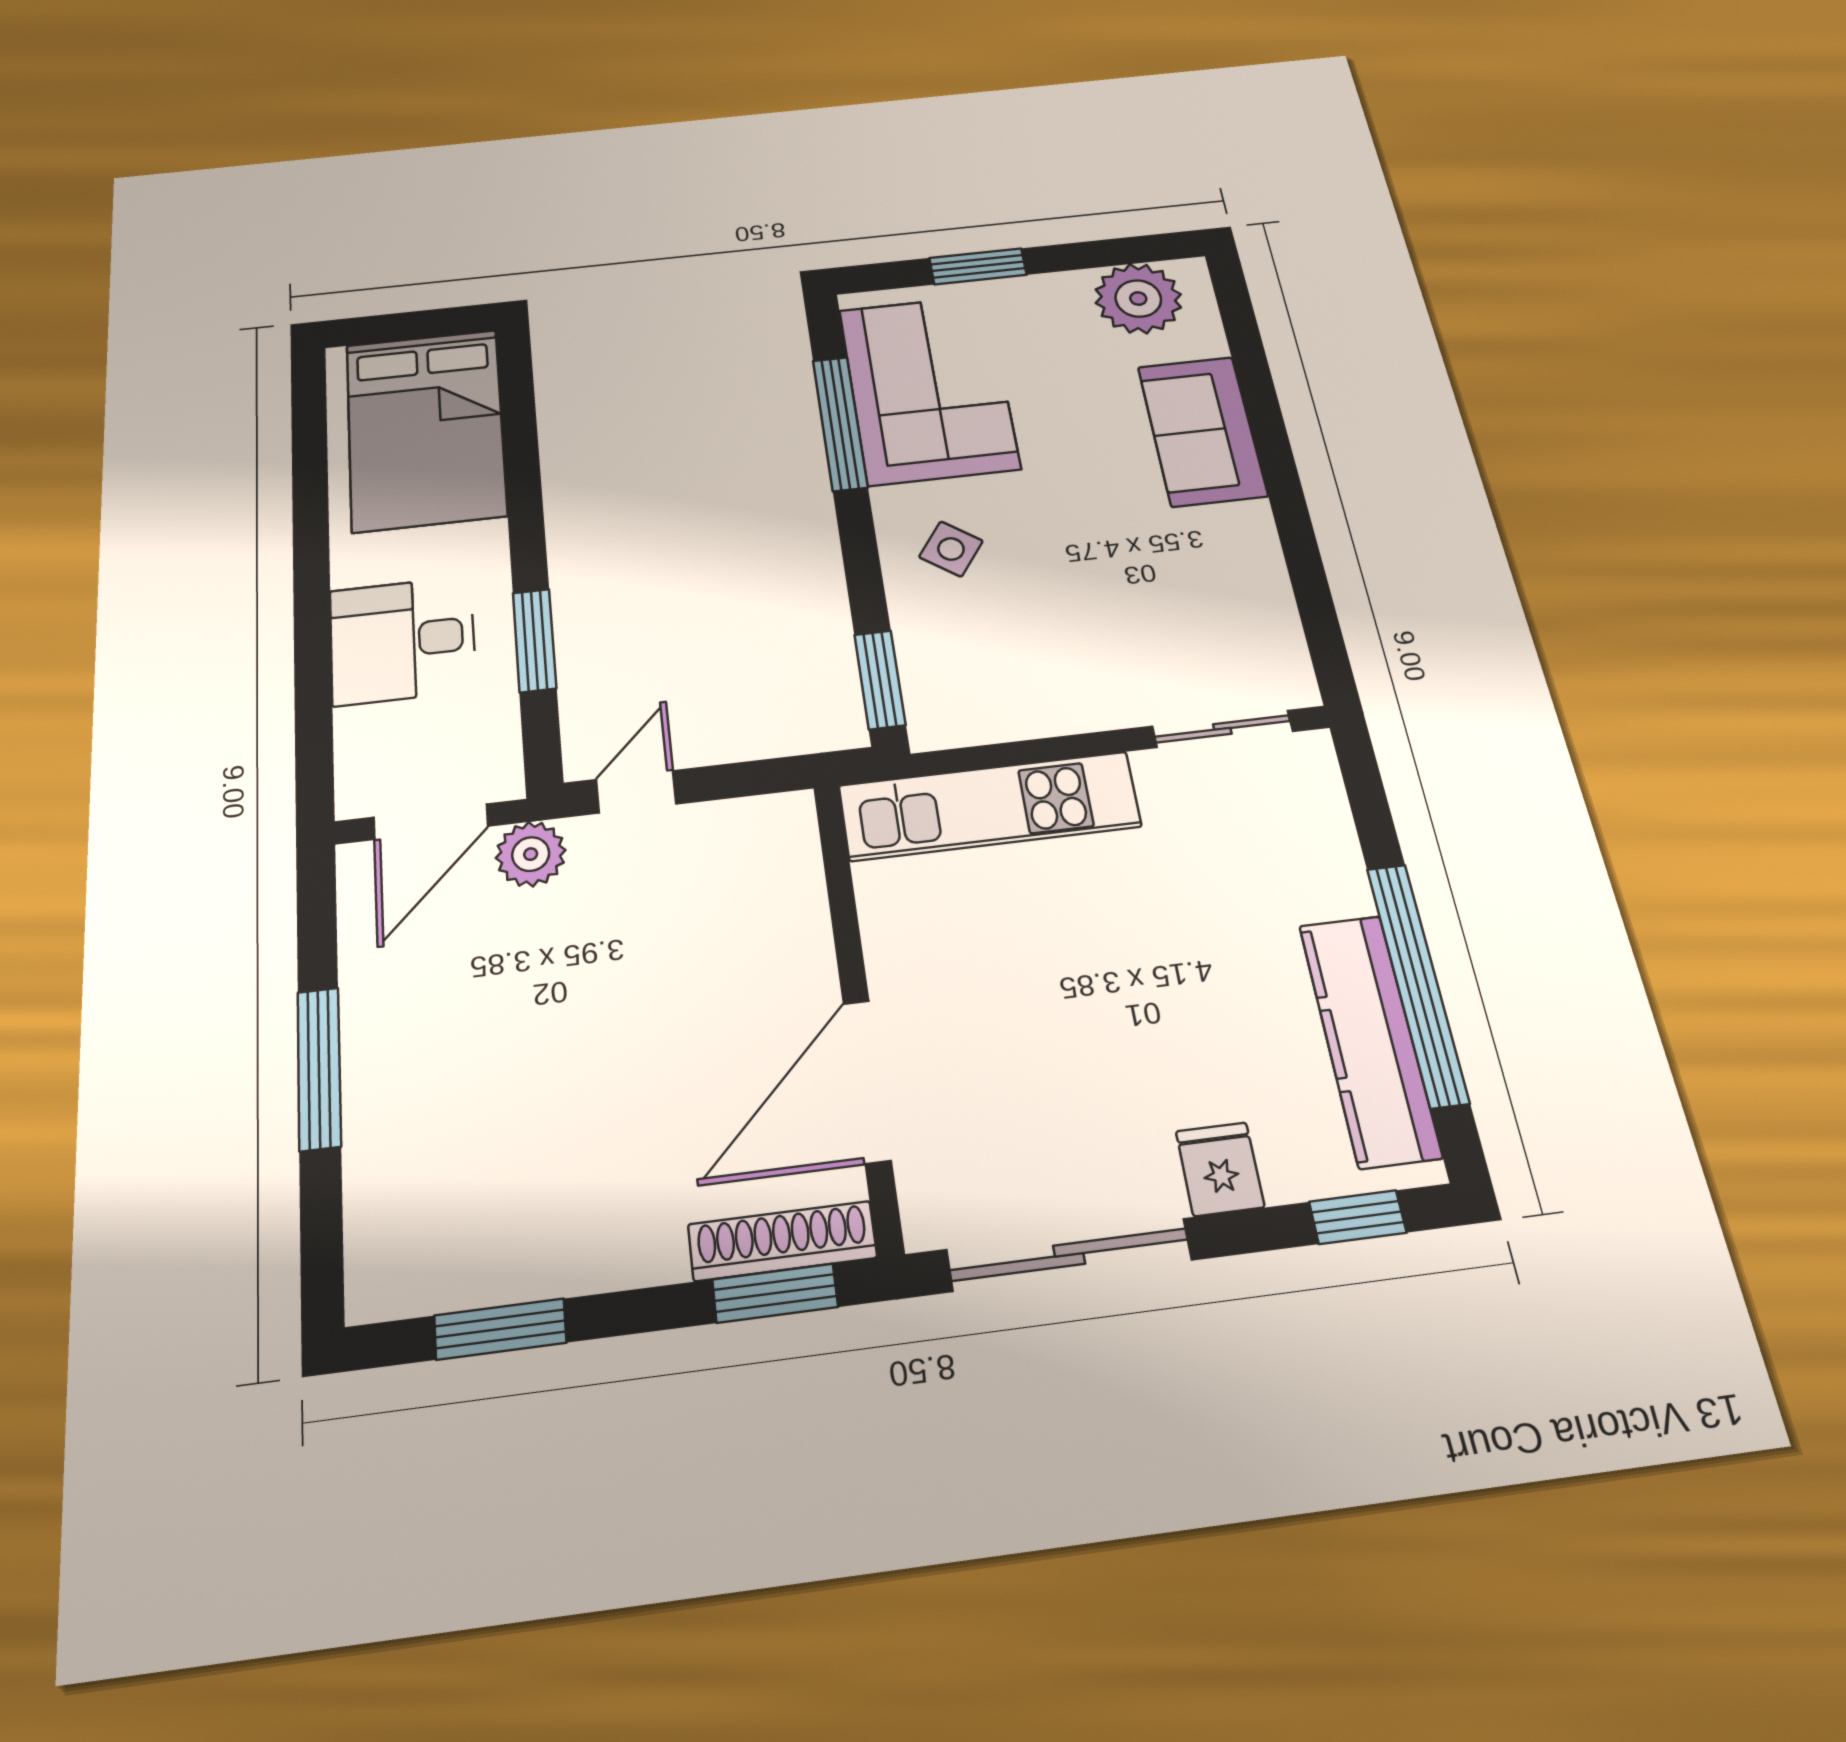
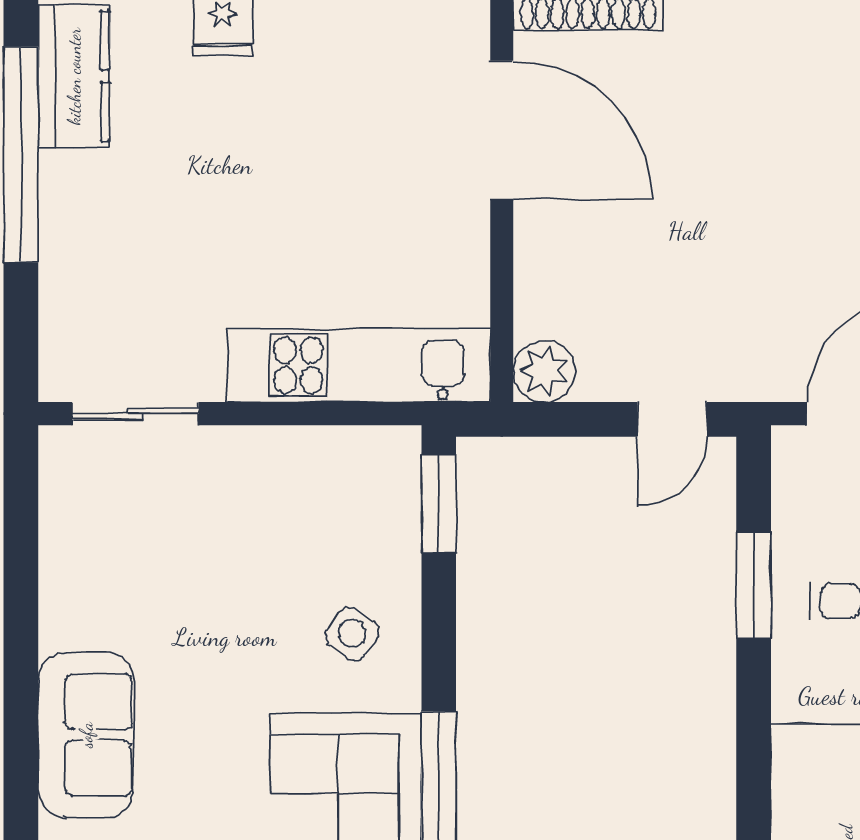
plant: (531, 854) -> (544, 371), moved
kitchen counter: (1369, 1039) -> (74, 76), width x0.67
door: (867, 1081) -> (502, 130), hinge flipped

